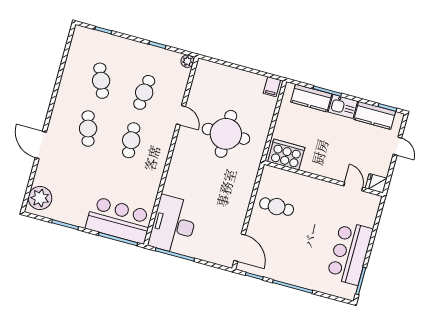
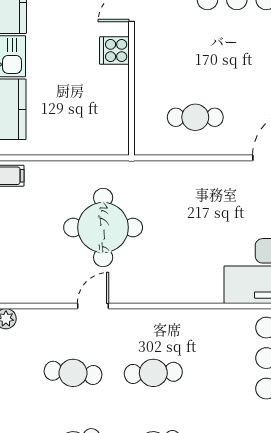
cooker: (286, 155) -> (114, 51), moved, width x0.53, depth x0.76
cafe table: (277, 207) -> (195, 117), turned 90

